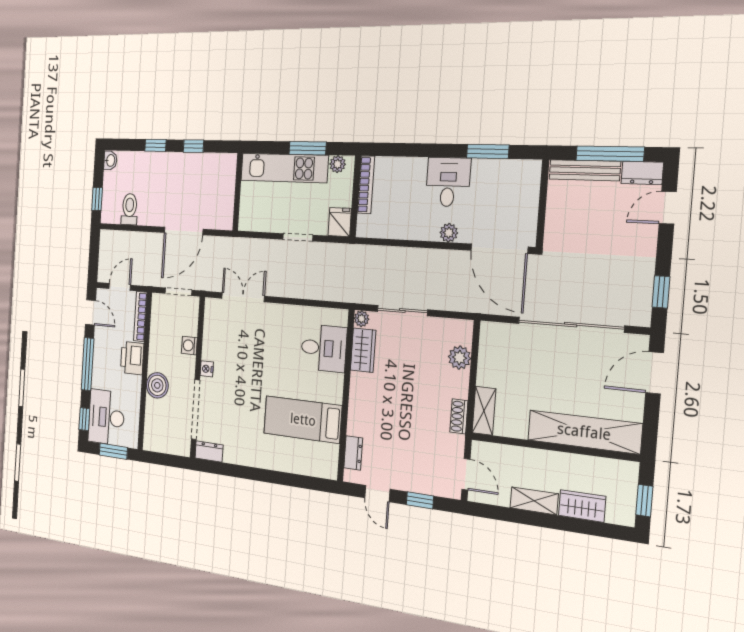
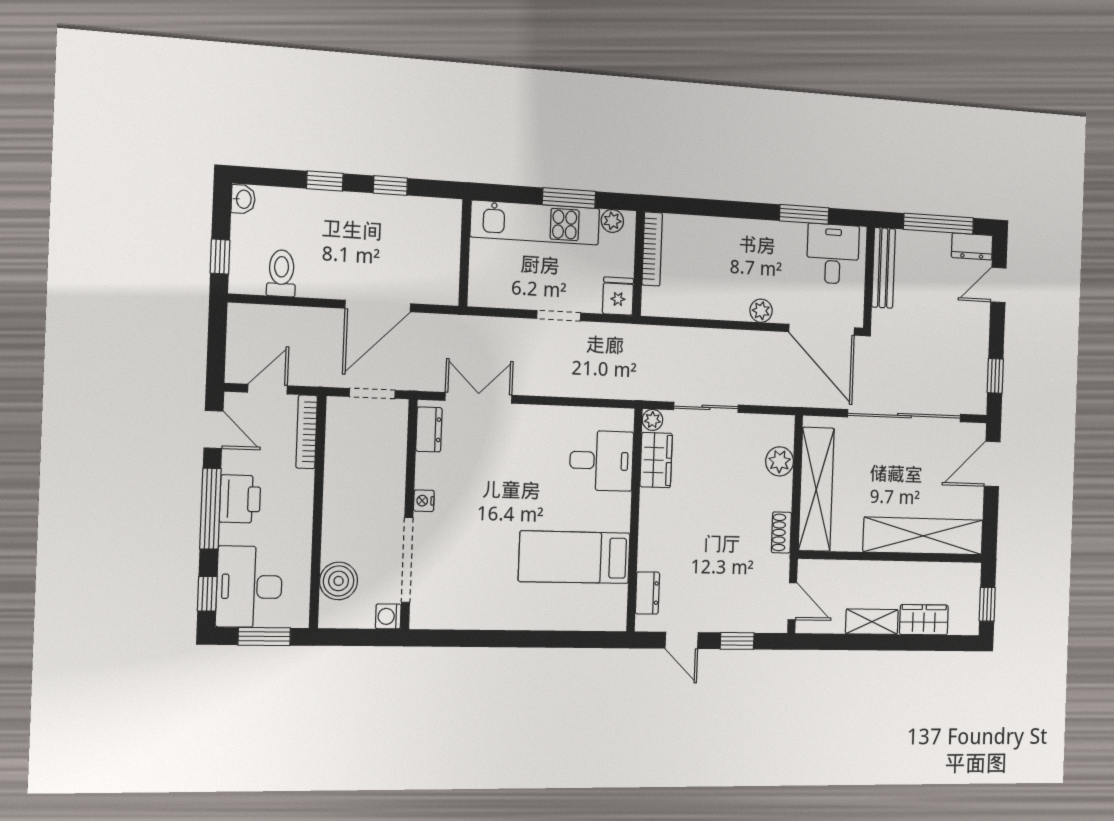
bench: (585, 170) -> (883, 268), moved, turned 90
desk: (448, 182) -> (833, 254), moved
washing machine: (189, 346) -> (388, 616), moved
printer: (132, 358) -> (240, 499), moved, turned 180
boiler: (157, 385) -> (339, 581), moved
shelving: (484, 411) -> (816, 489), width x2.20, depth x1.33
dresser: (209, 452) -> (429, 429), moved, turned 90

